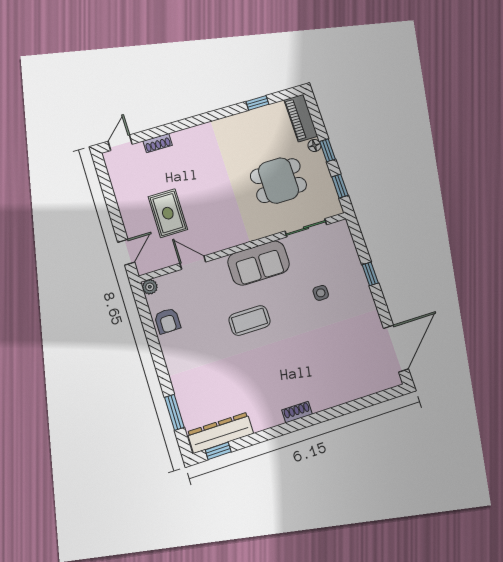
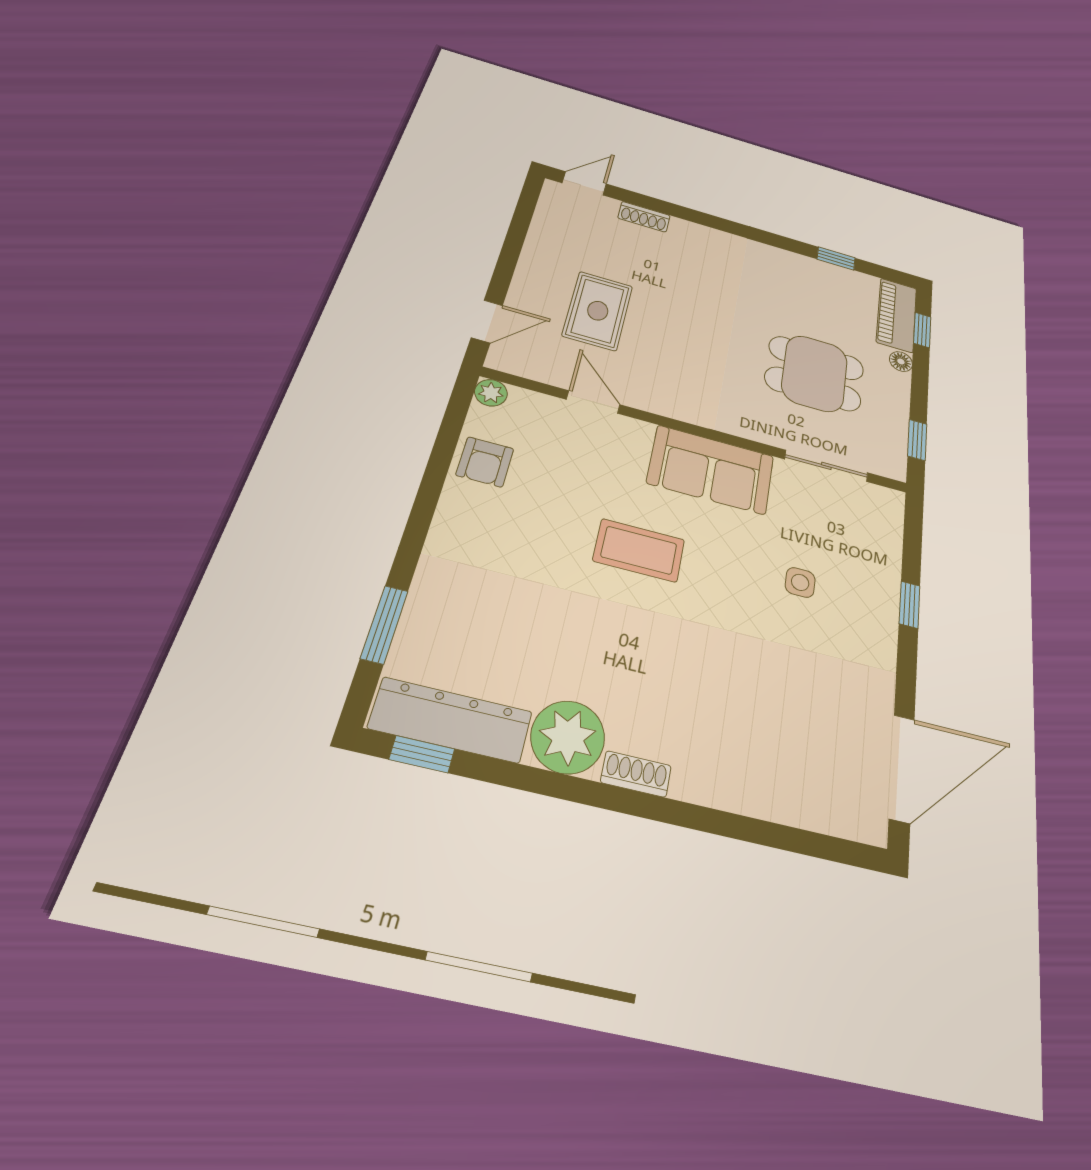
window: (328, 150) -> (922, 330), moved
plant: (265, 413) -> (568, 737), added

